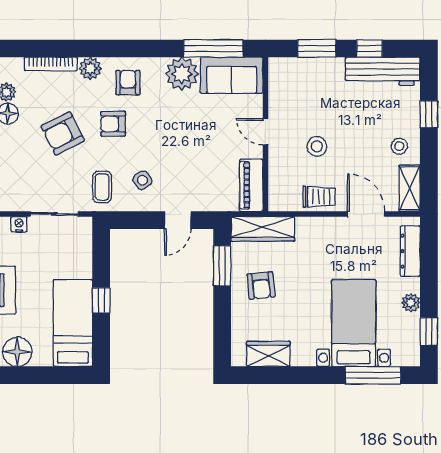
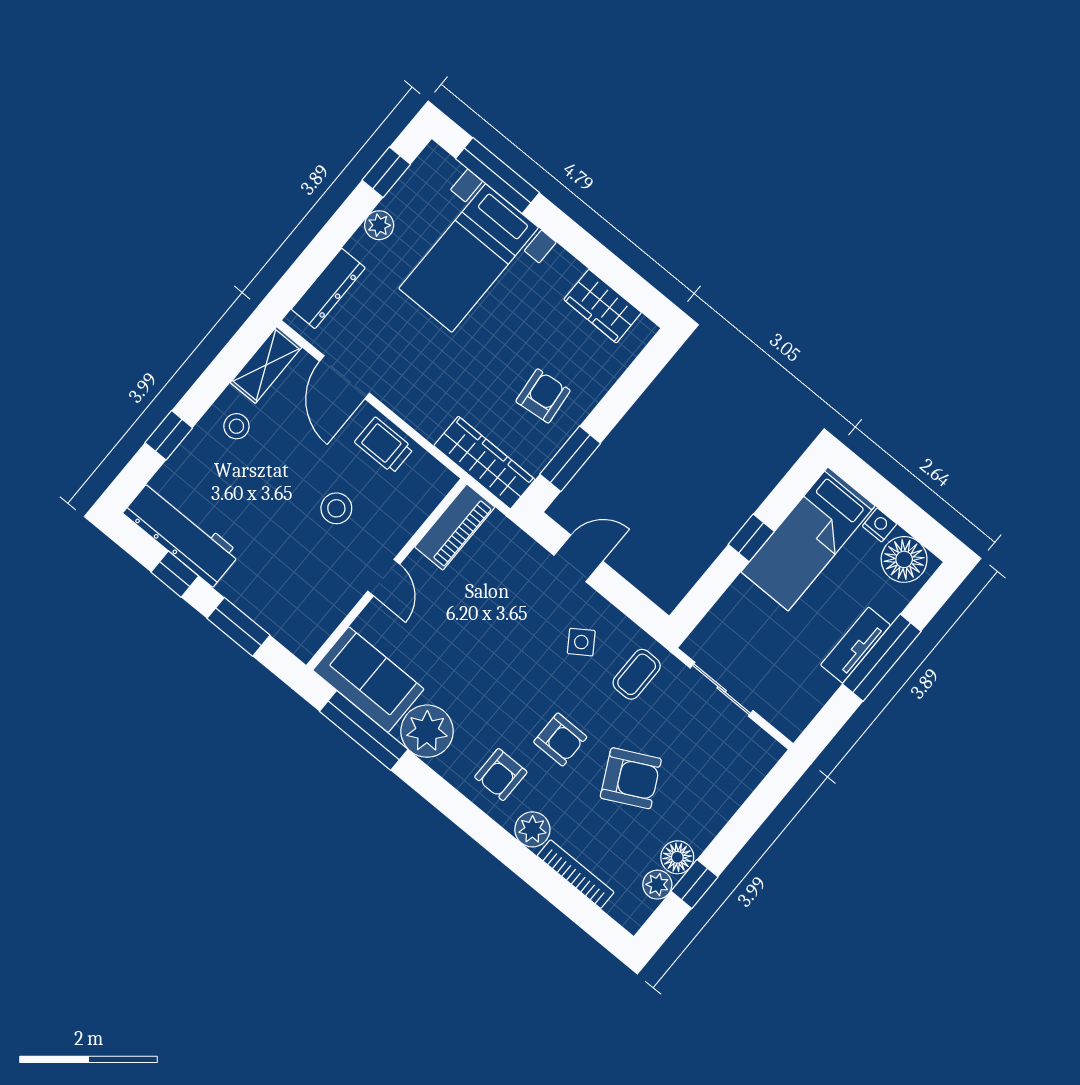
nightstand: (19, 224) -> (879, 525), moved, turned 180

